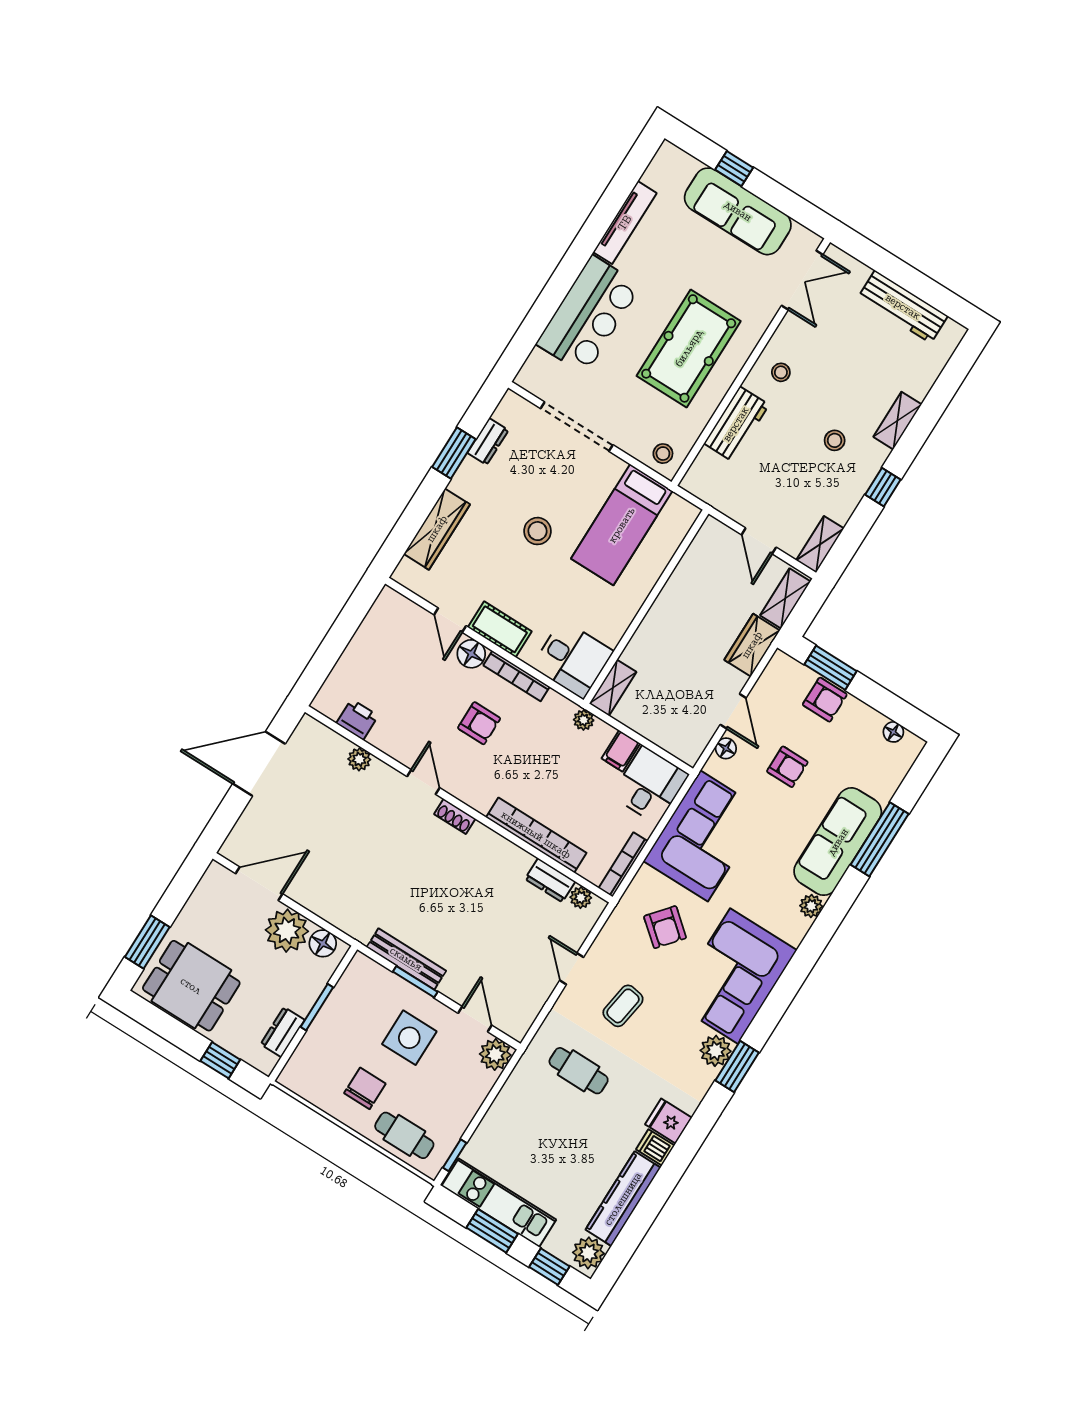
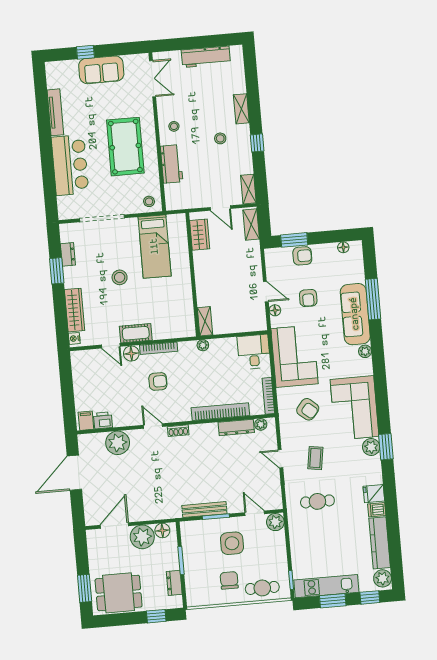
sofa: (738, 211) -> (101, 70), width x0.73
nightstand: (405, 570) -> (74, 338), added
wardrobe: (752, 645) -> (200, 235), moved, turned 180
desk: (573, 659) -> (178, 322), removed
filing cabinet: (621, 751) -> (86, 421), moved, turned 180
plant: (359, 759) -> (118, 443), width x1.88, depth x1.88
armchair: (787, 767) -> (308, 298), turned 90
dresser: (550, 880) -> (236, 427), width x1.44

